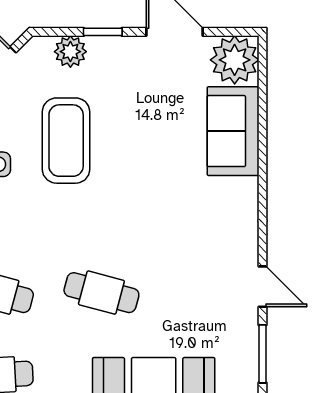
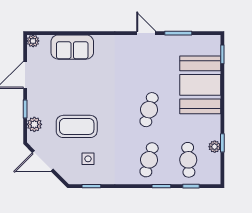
plant: (235, 60) -> (33, 41), width x0.53, depth x0.53
door: (262, 287) -> (146, 33), hinge flipped

